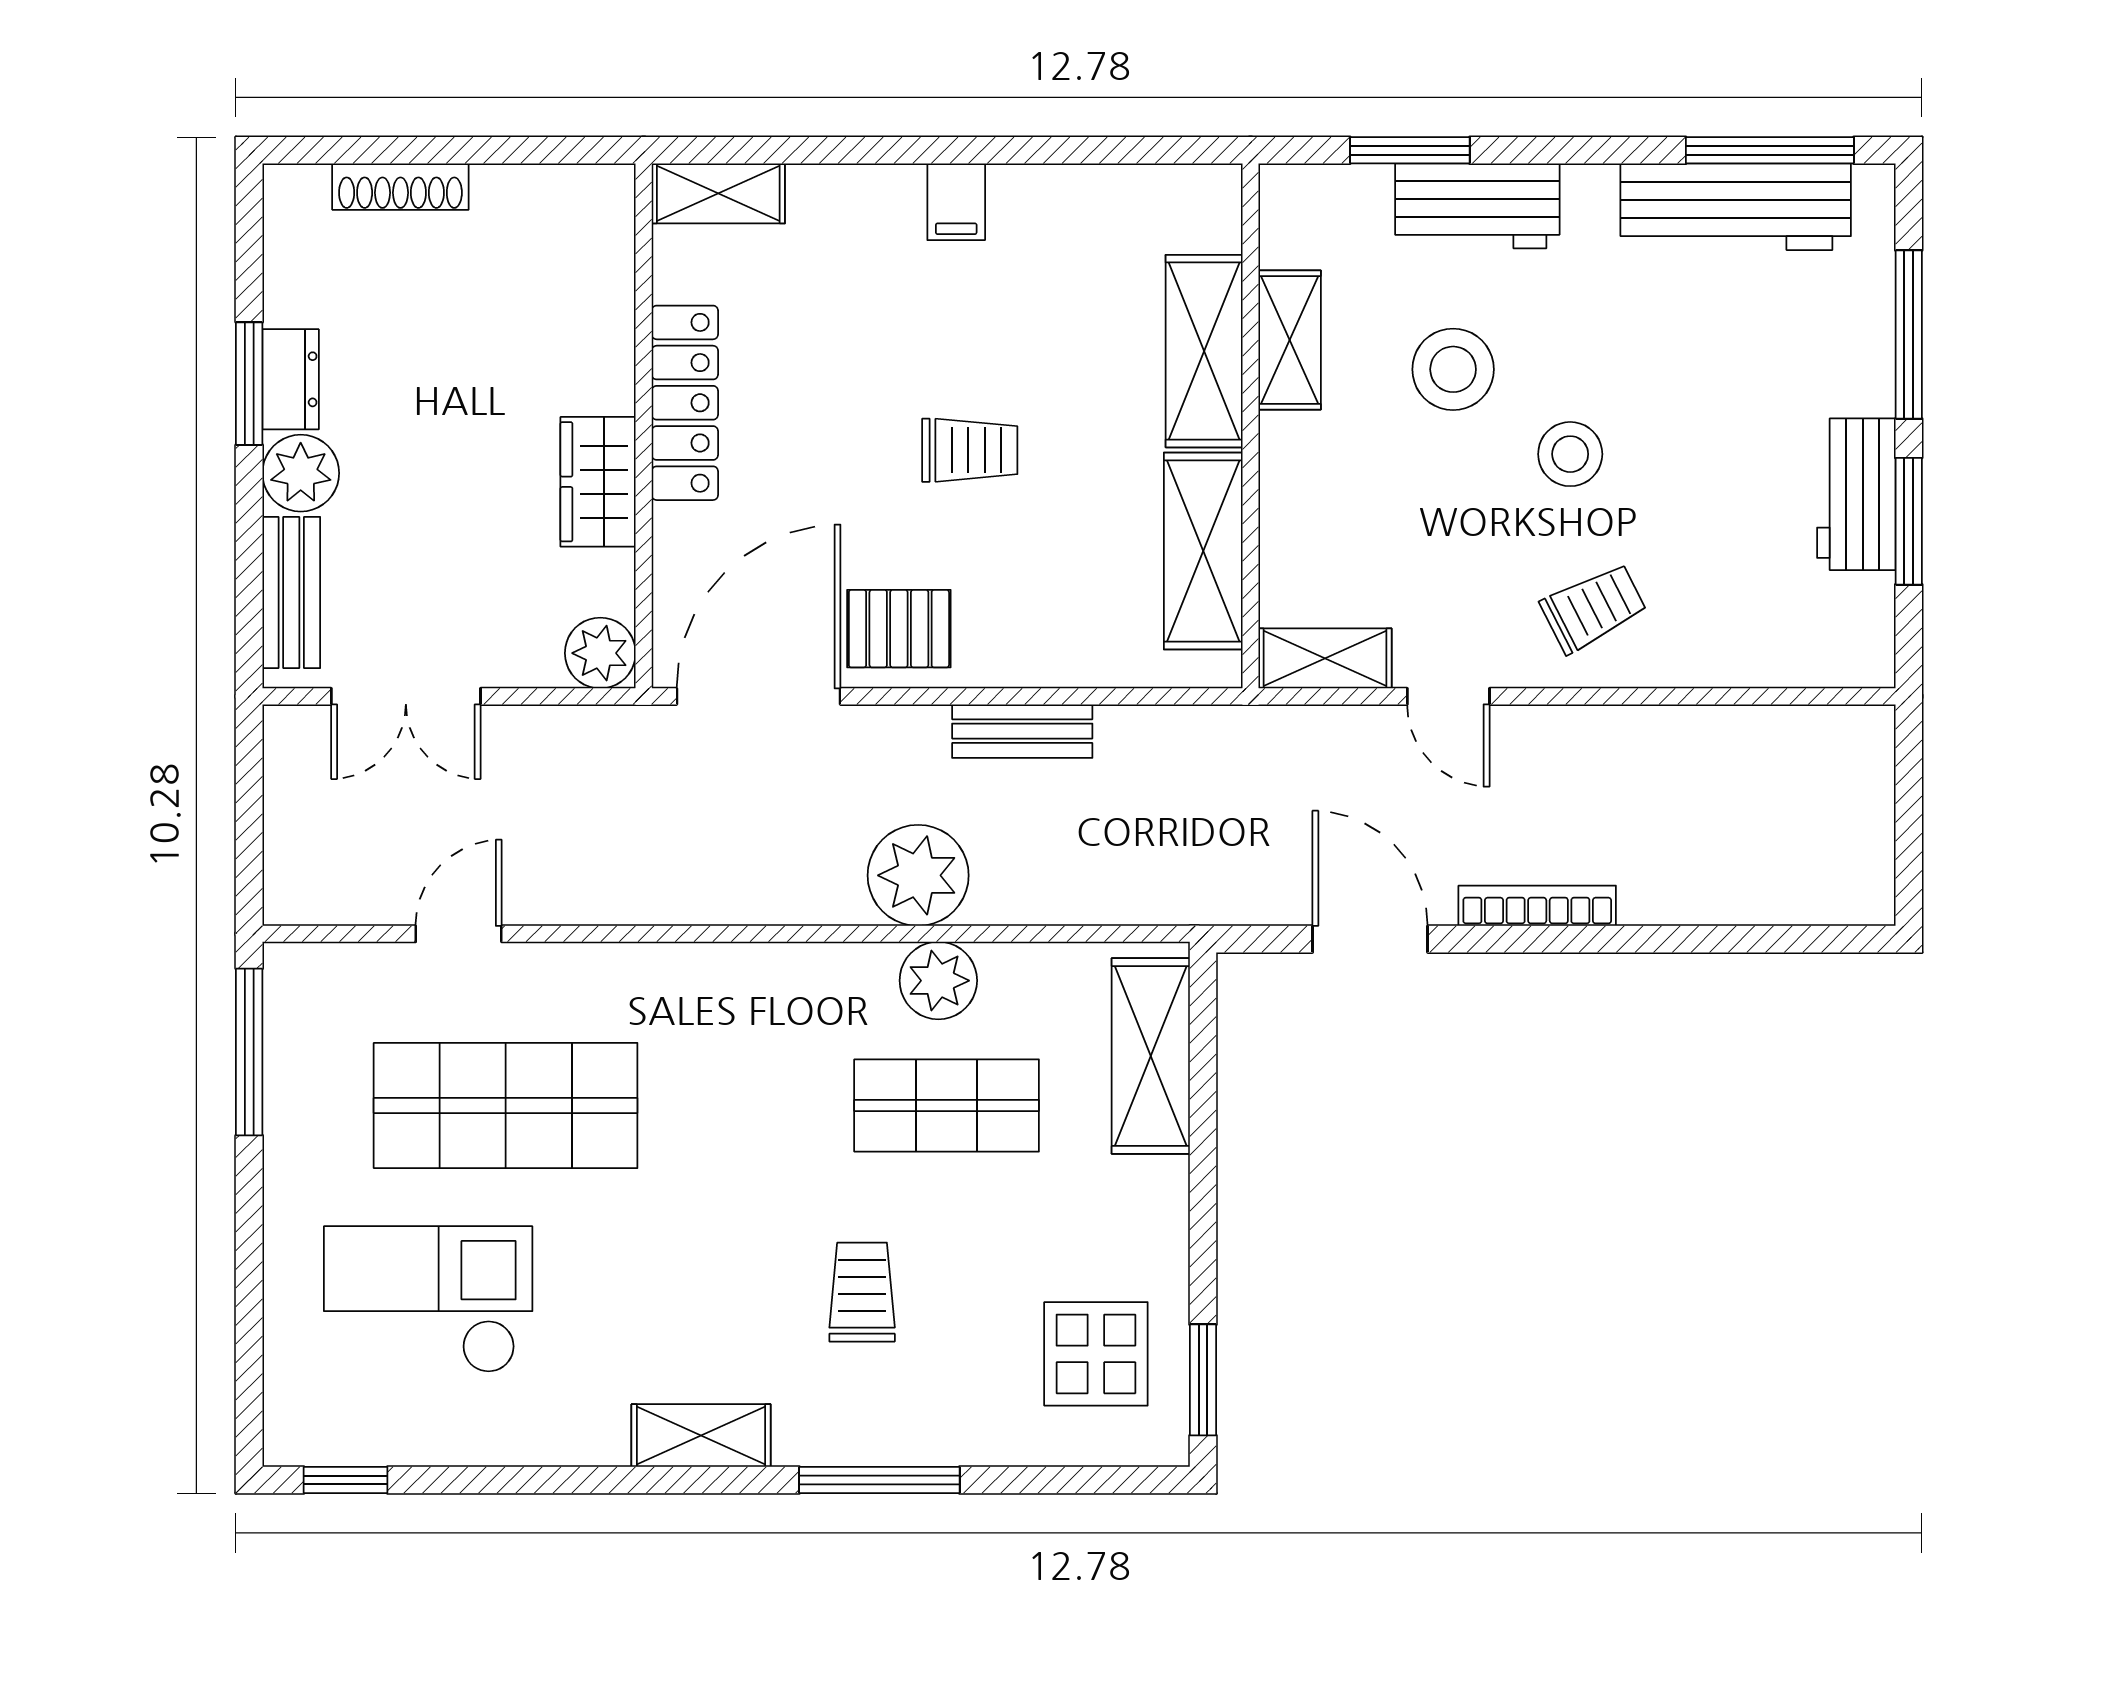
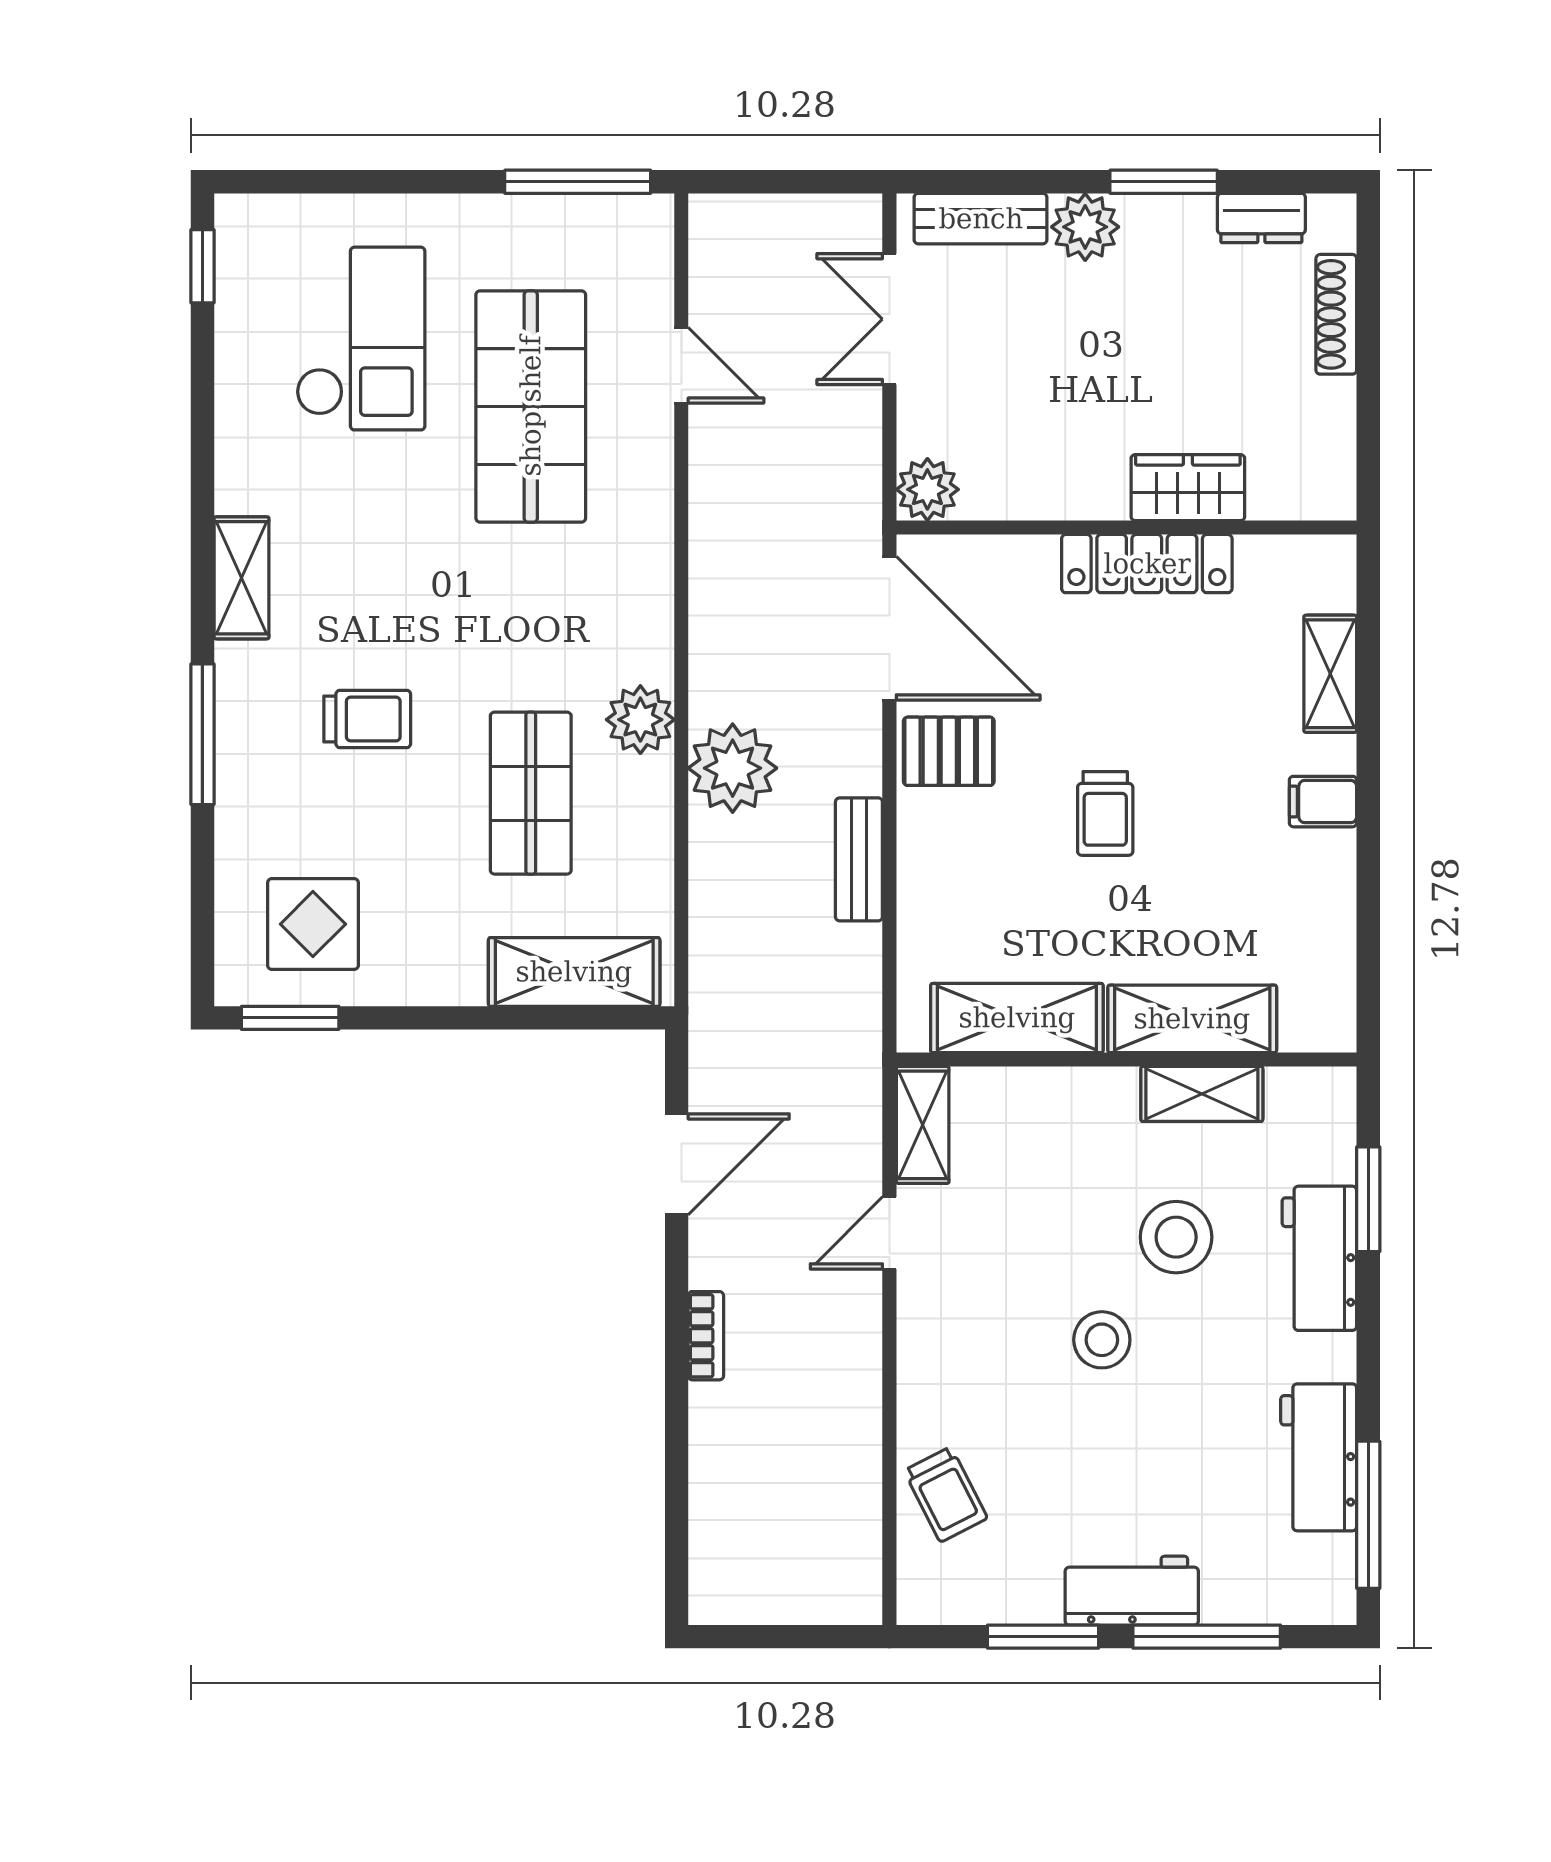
shelving: (718, 193) -> (1330, 674), moved
workbench: (1736, 207) -> (1319, 1457), width x0.73
dresser: (291, 379) -> (1261, 218), moved
wardrobe: (598, 482) -> (1188, 488), moved
workbench: (1856, 494) -> (1132, 1591), moved
trolley: (1593, 608) -> (946, 1494), moved
pallet: (899, 629) -> (949, 751), turned 90
bookcase: (1537, 906) -> (706, 1336), width x0.64
plant: (938, 981) -> (640, 720), moved

